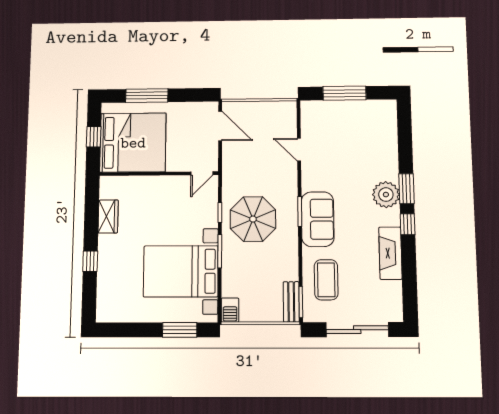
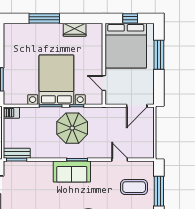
door: (299, 150) -> (120, 160), hinge flipped
door: (202, 173) -> (104, 83), moved
window: (90, 261) -> (44, 18), width x2.17
bed with nightstands: (181, 271) -> (56, 80), moved
coffee table: (326, 280) -> (134, 187), moved

